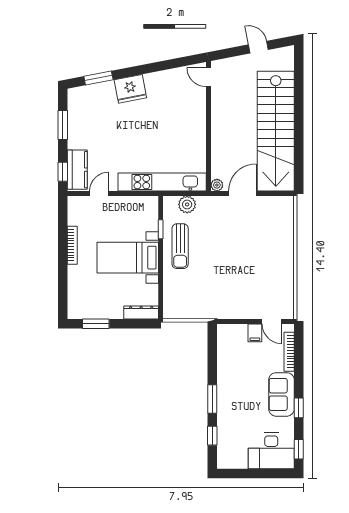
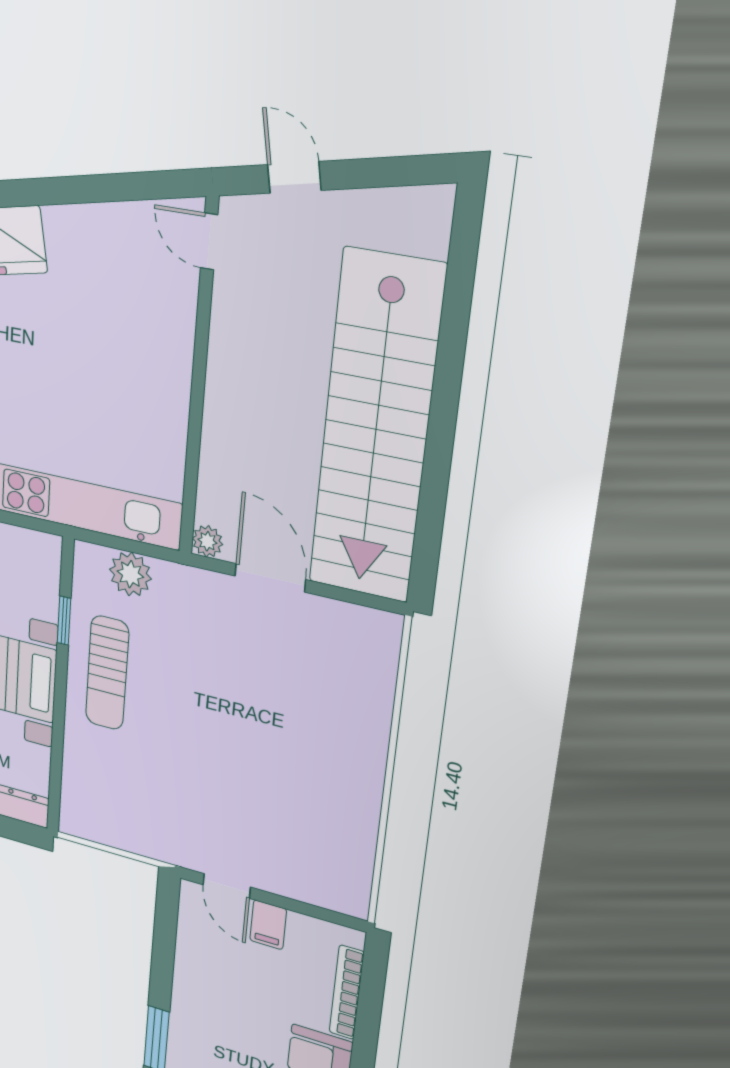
door: (258, 47) -> (294, 177), moved
door: (242, 193) -> (270, 578), hinge flipped
door: (272, 322) -> (227, 886), moved

